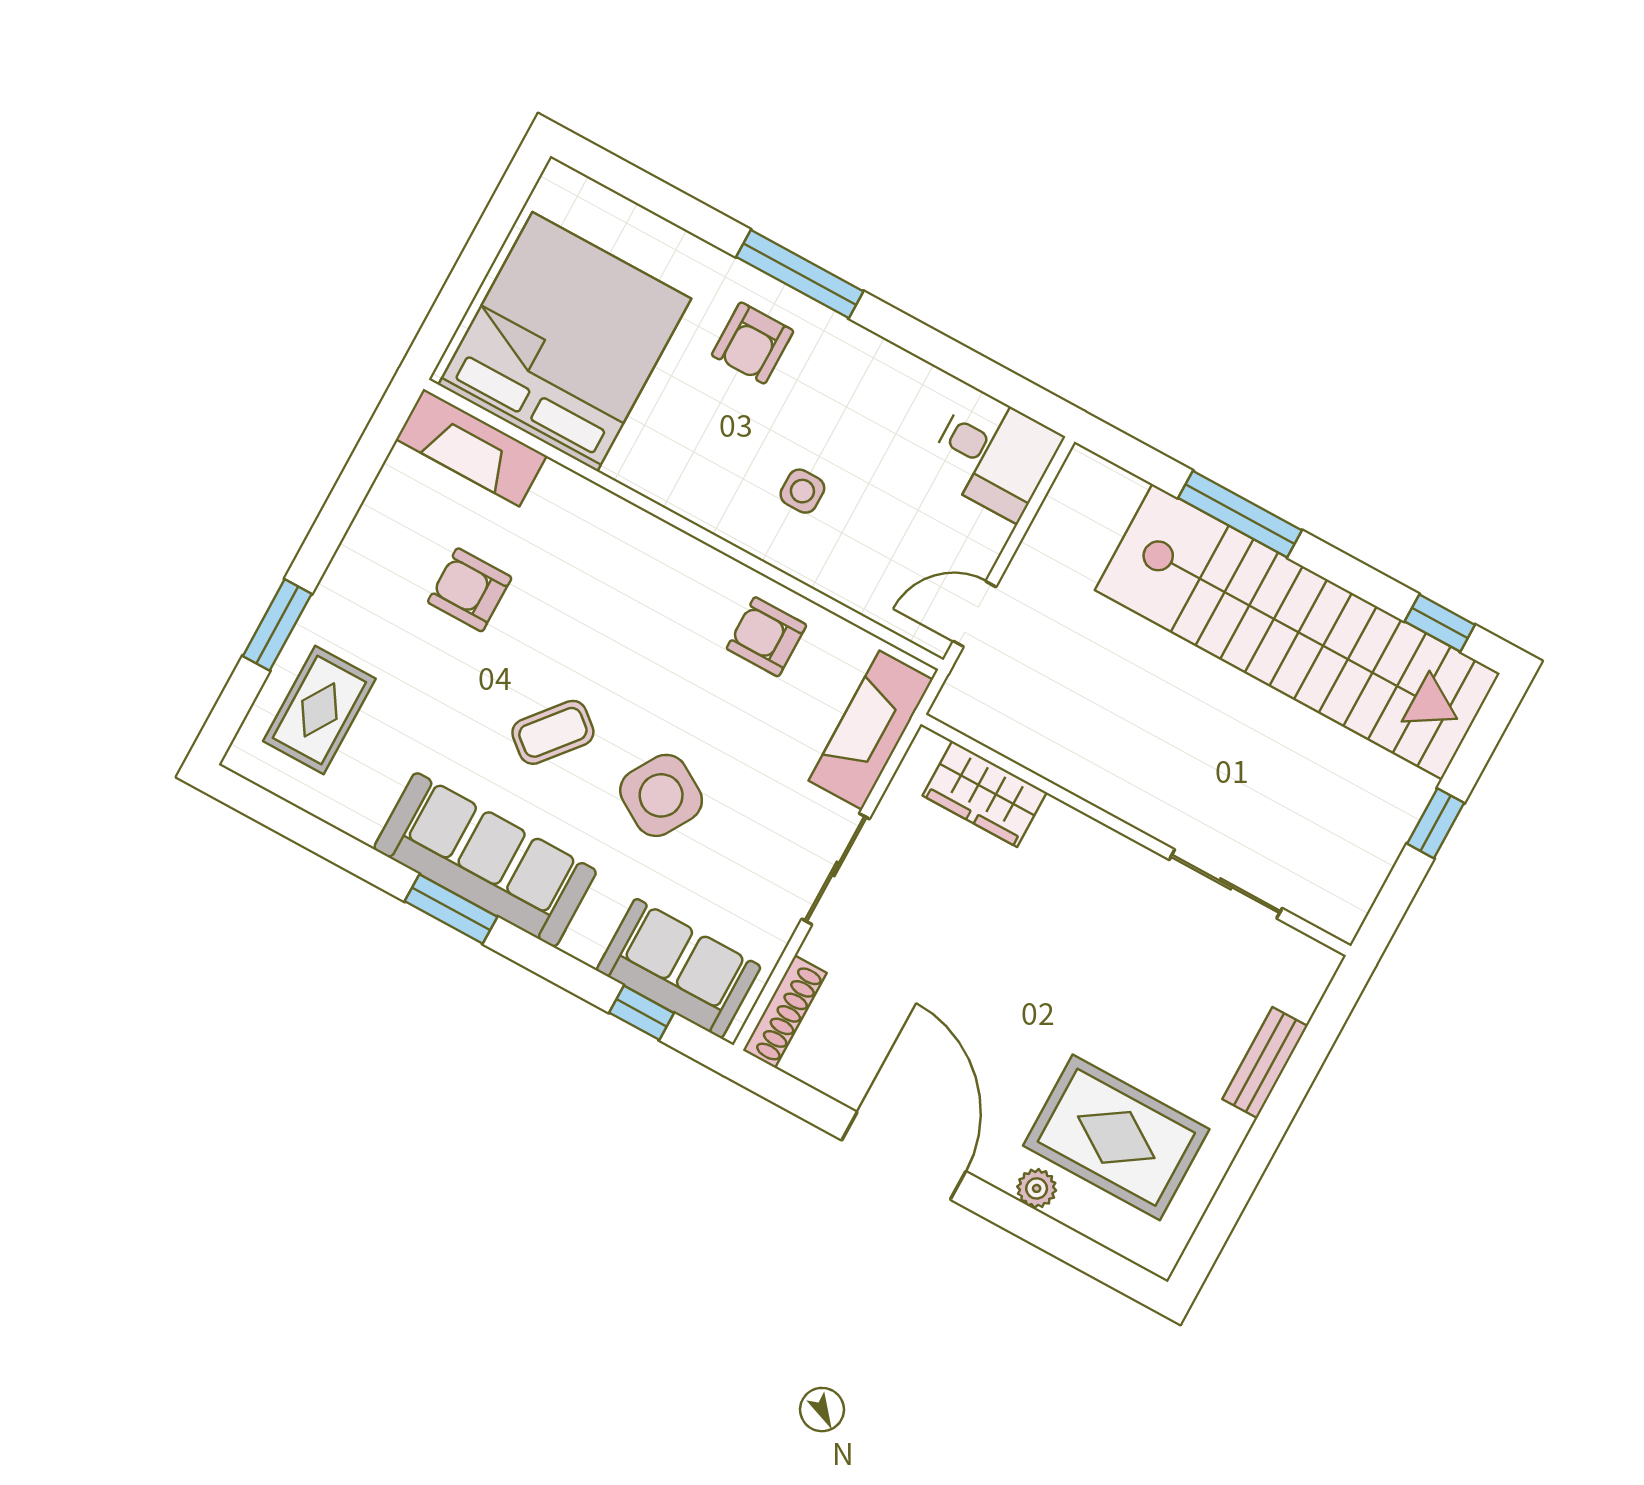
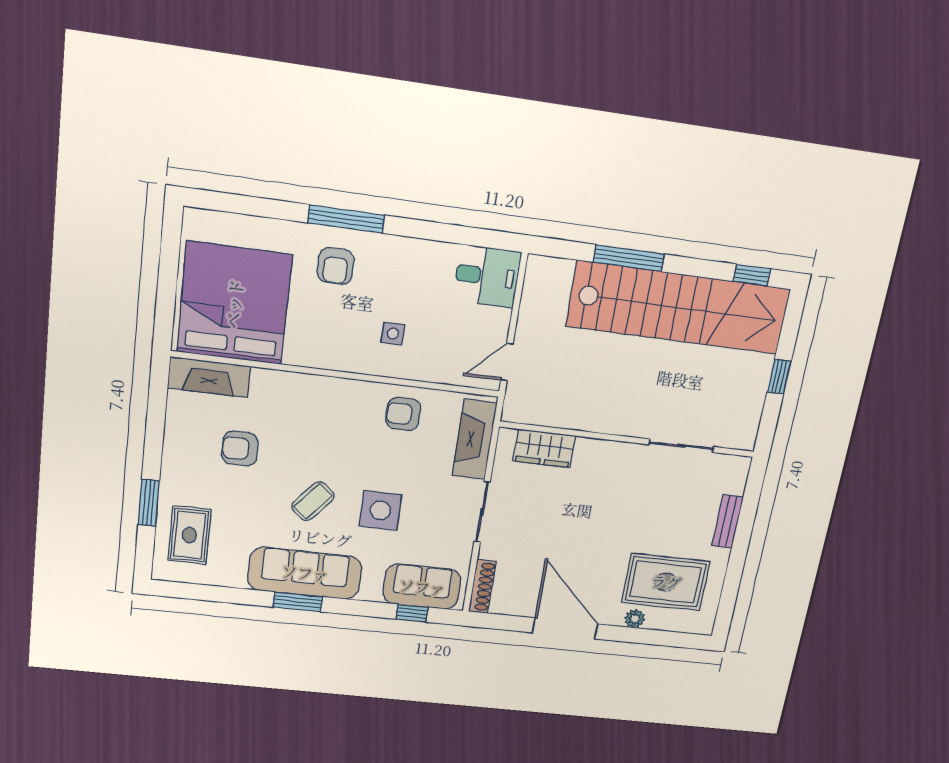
side table: (661, 795) -> (380, 510), turned -31

